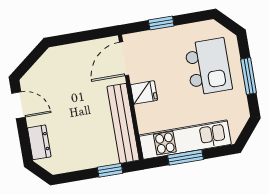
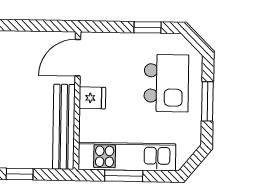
window: (161, 23) -> (148, 27), moved
window: (110, 170) -> (20, 174), moved

